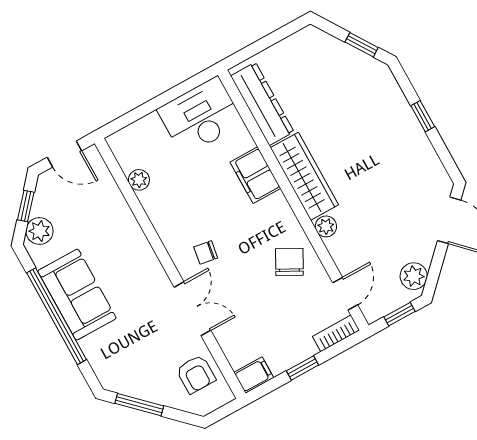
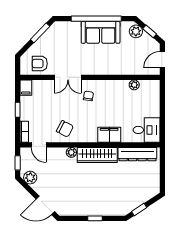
desk: (200, 116) -> (147, 130), width x0.73

